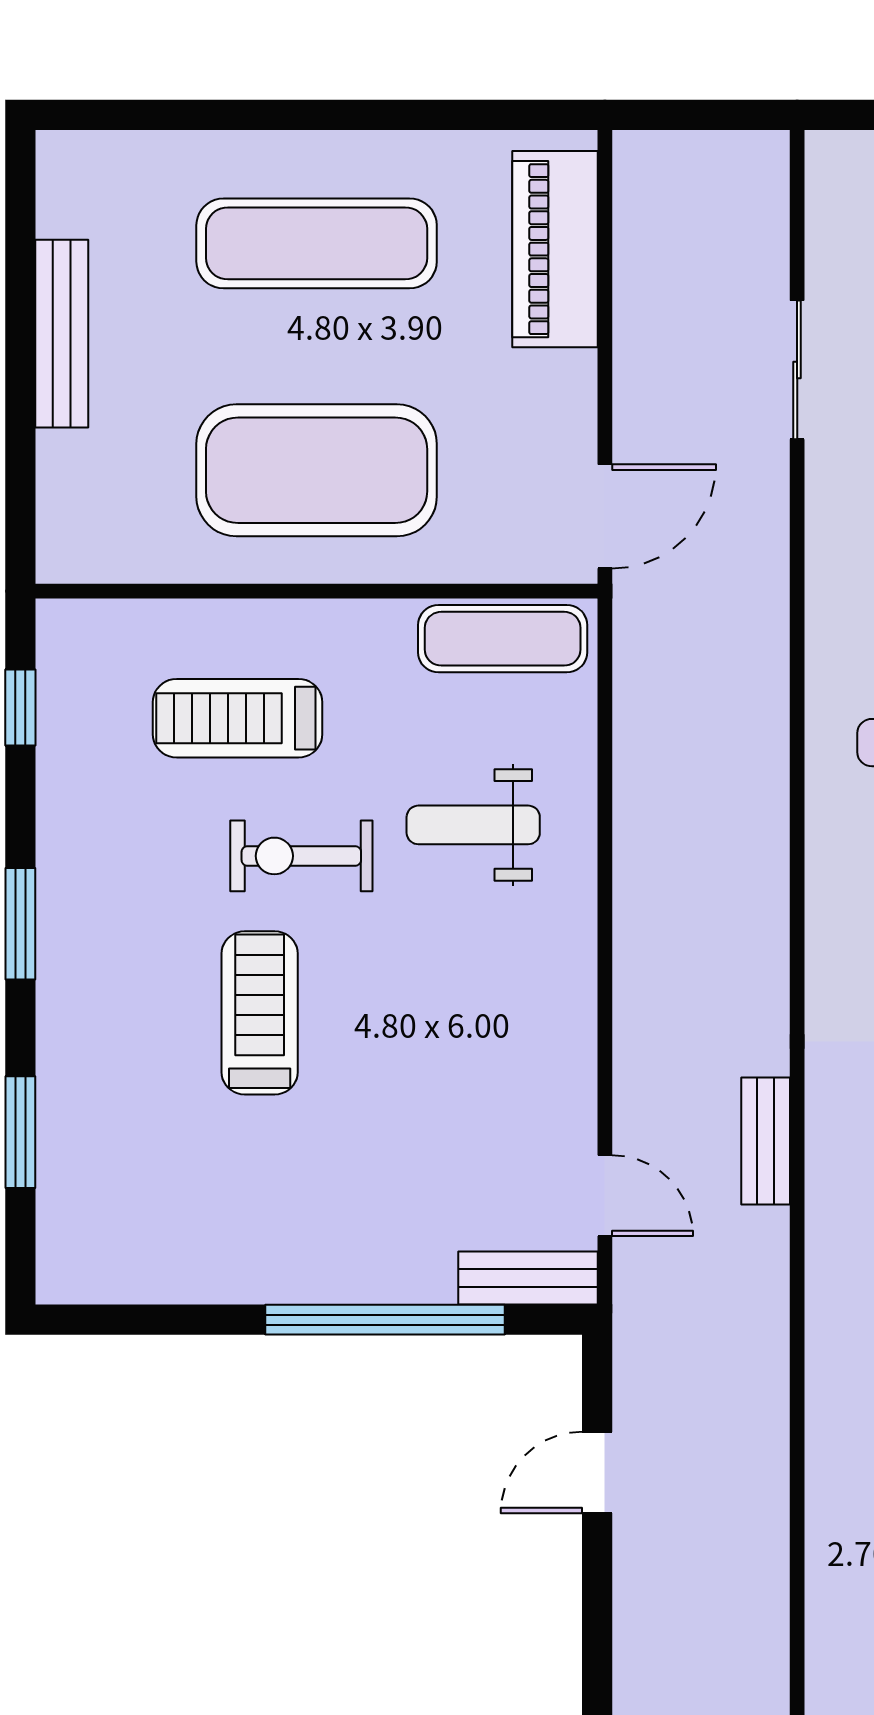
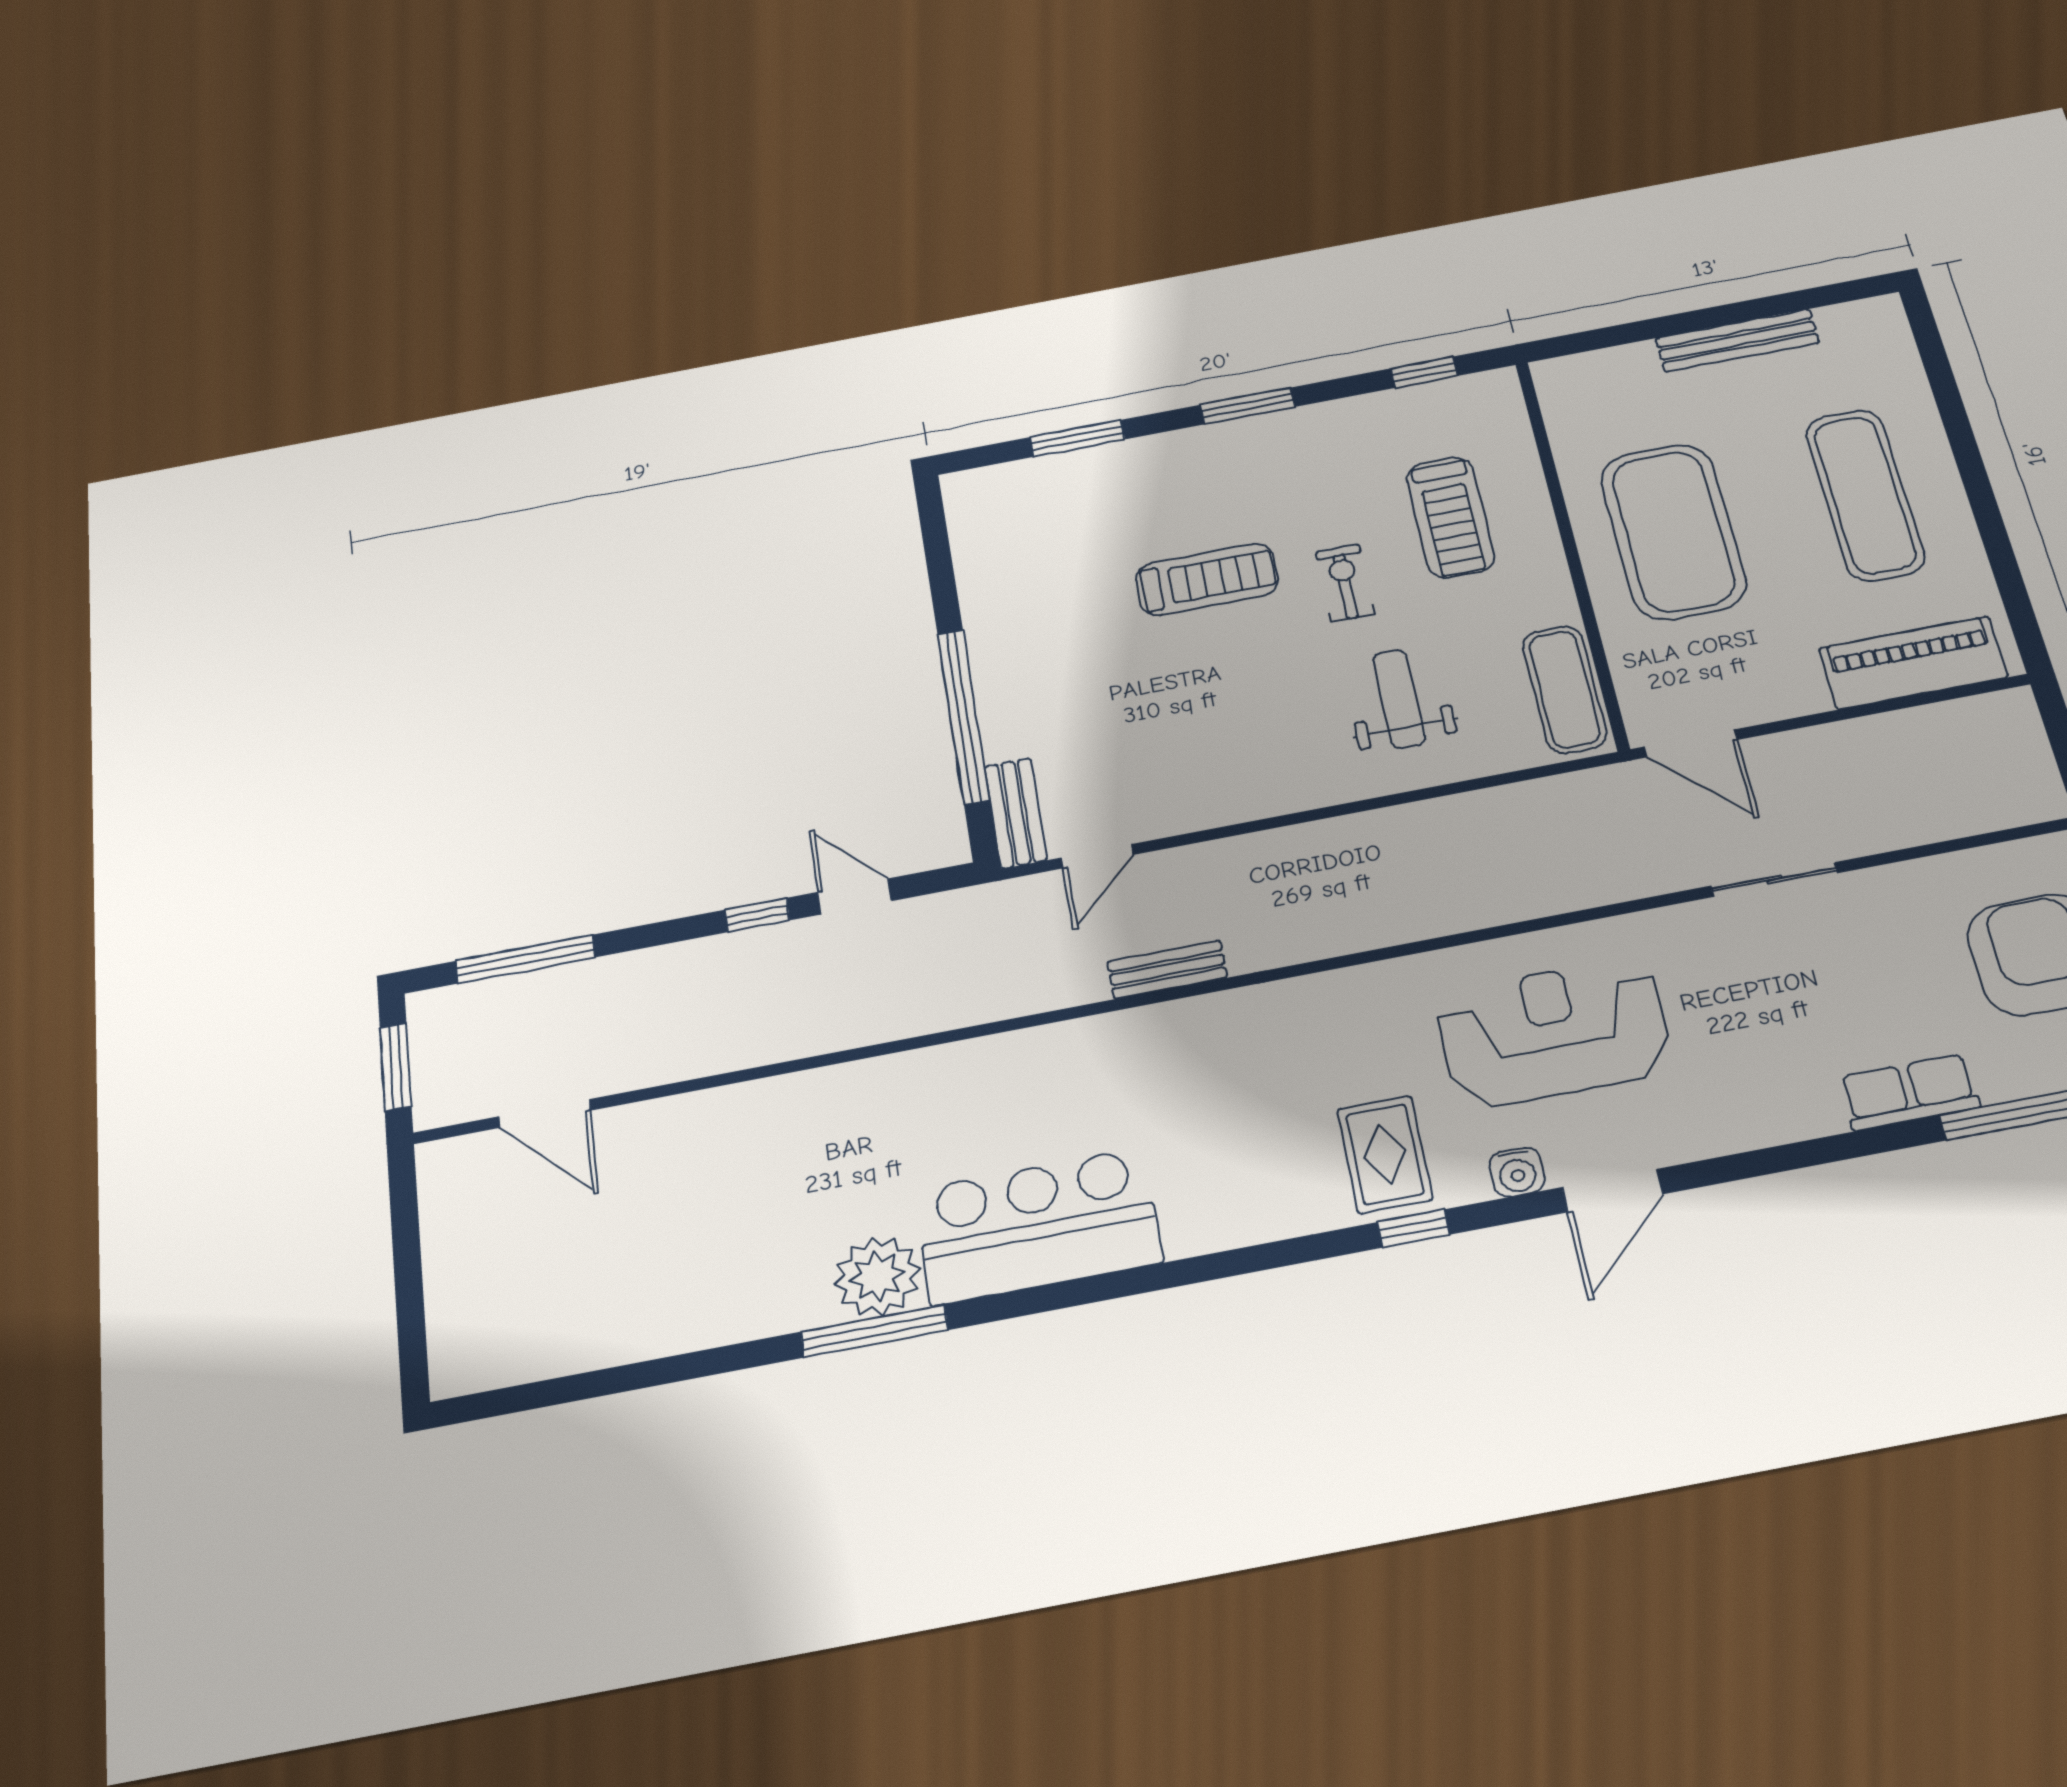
sliding door: (797, 370) -> (1774, 879), moved
treadmill: (238, 718) -> (1450, 517), turned 180
exercise bike: (301, 856) -> (1345, 583), width x0.73, depth x0.72
window: (597, 1584) -> (757, 915), added

